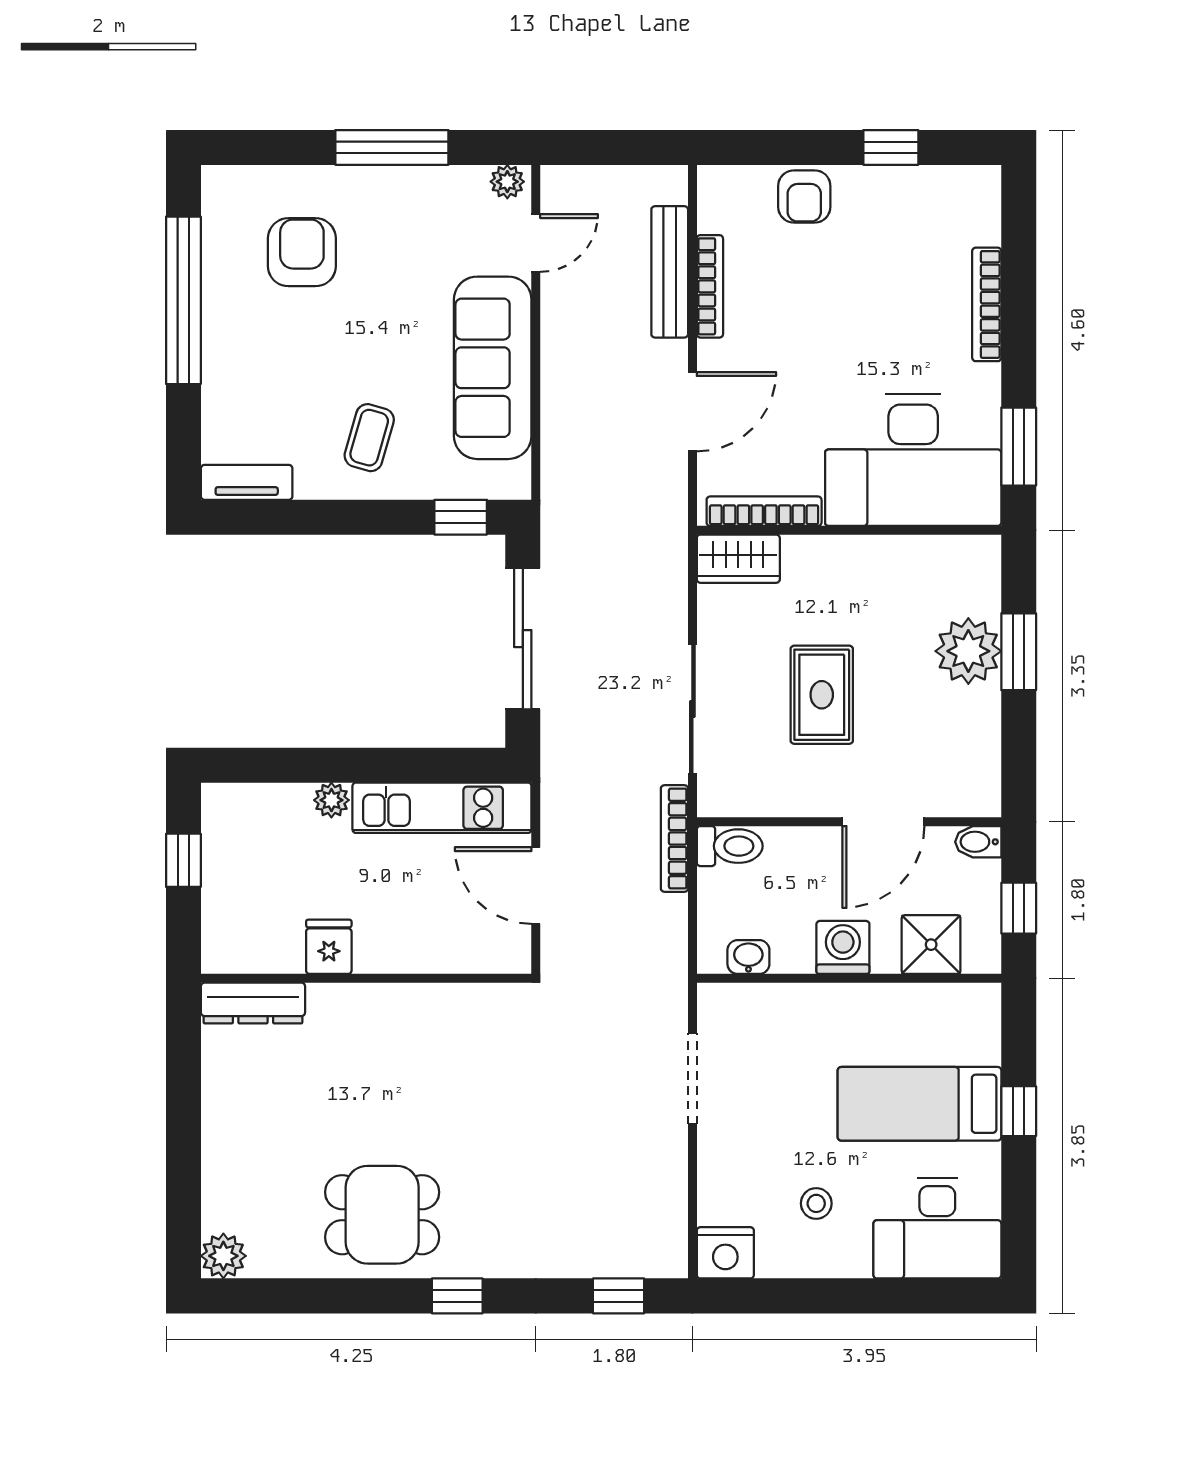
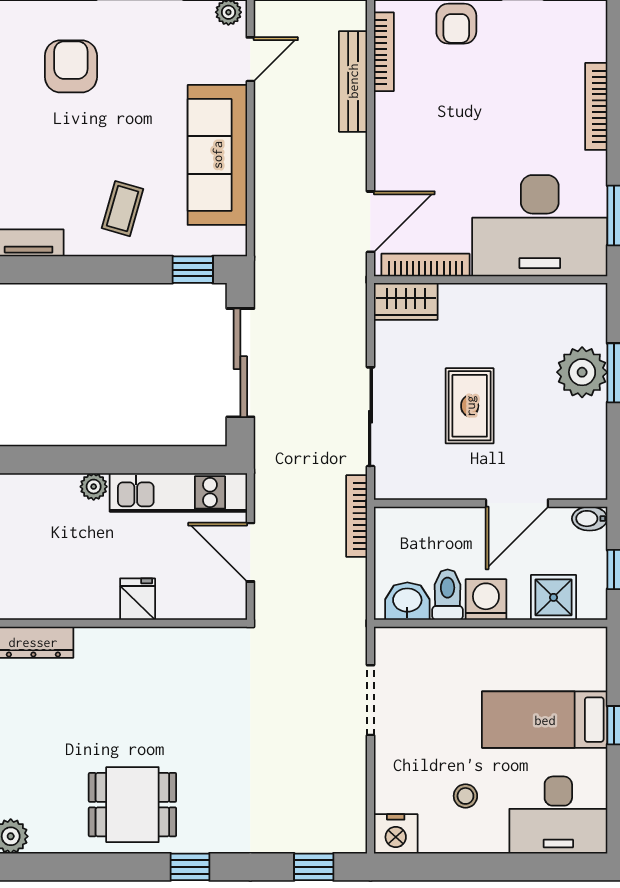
bookcase: (710, 286) -> (384, 52), moved
door: (692, 412) -> (370, 222), moved
toilet: (730, 846) -> (448, 595), moved, turned -90
fridge: (329, 947) -> (138, 599), moved
washbasin: (748, 957) -> (407, 601), width x1.38, depth x1.45

